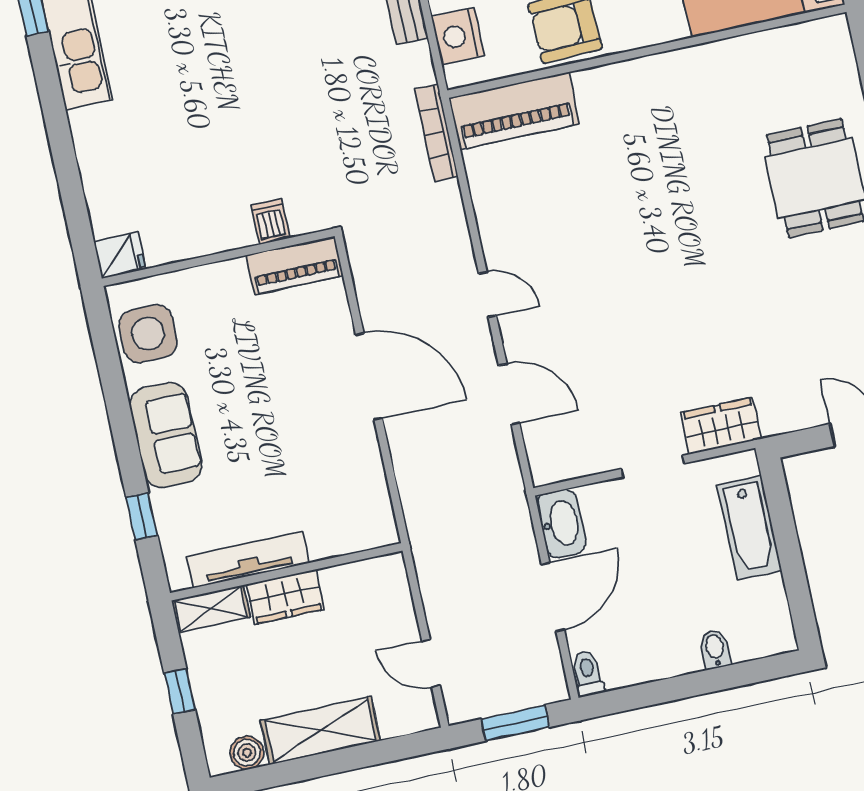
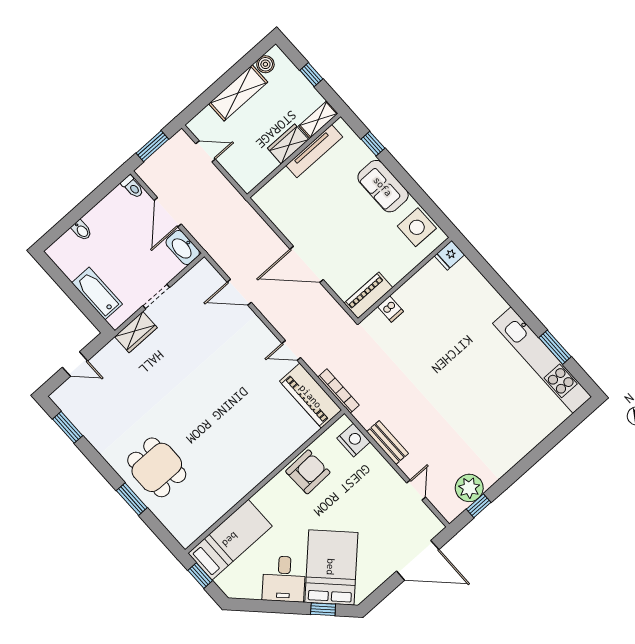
piano: (514, 111) -> (311, 396), moved, turned -90
door: (488, 295) -> (291, 351), moved

